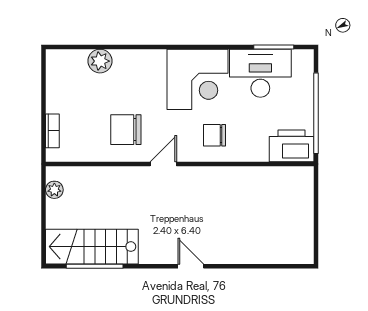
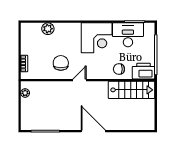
chair: (126, 130) -> (61, 63), turned 90
chair: (214, 135) -> (119, 69), moved
stairs: (92, 247) -> (132, 90), moved, turned 180
door: (191, 266) -> (93, 131), width x1.87

